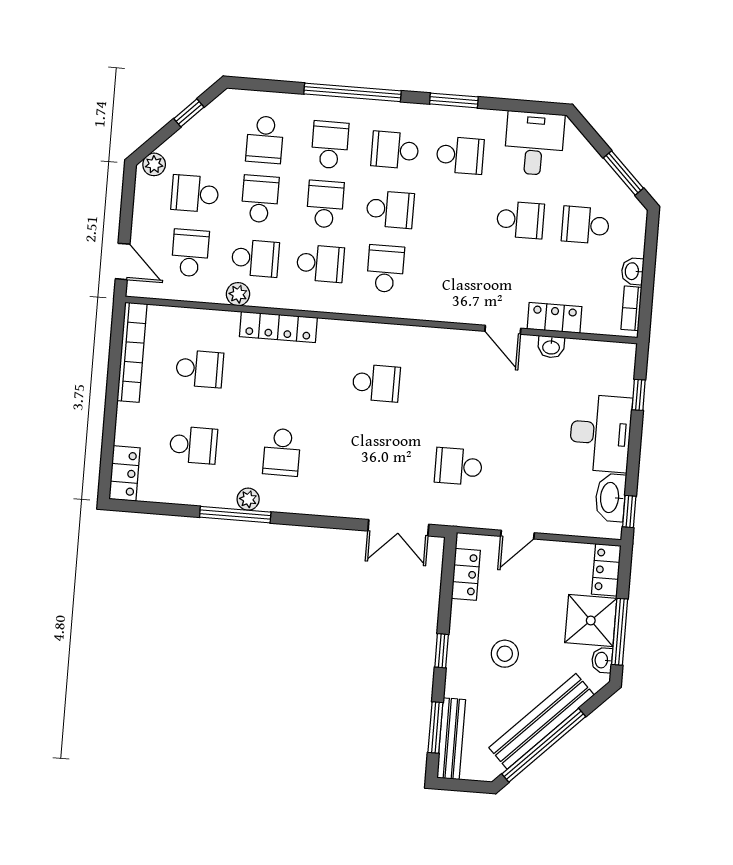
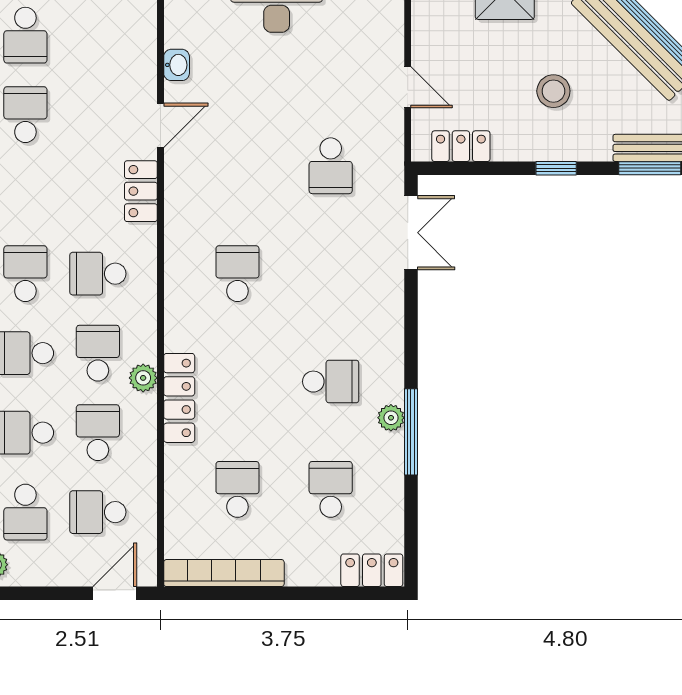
plant: (238, 294) -> (143, 378), moved
locker: (554, 318) -> (141, 191), moved

